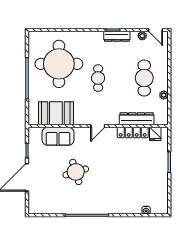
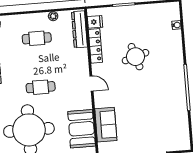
cafe table: (144, 78) -> (37, 38), width x0.73, depth x0.74
dresser: (137, 119) -> (79, 29), moved
round table: (76, 172) -> (136, 57), moved

